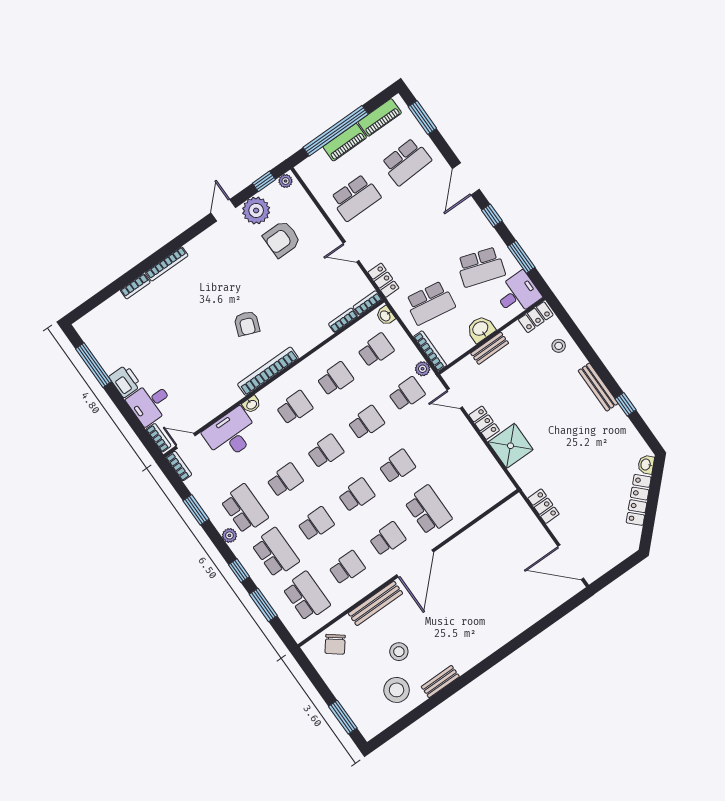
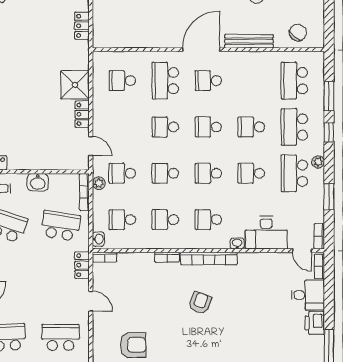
bookcase: (343, 320) -> (167, 257), moved
bench: (490, 348) -> (41, 164), removed
school desk: (347, 568) -> (122, 81), moved

